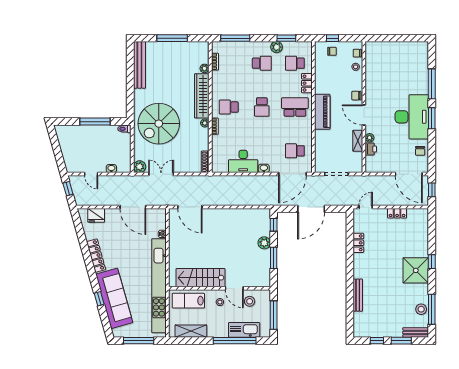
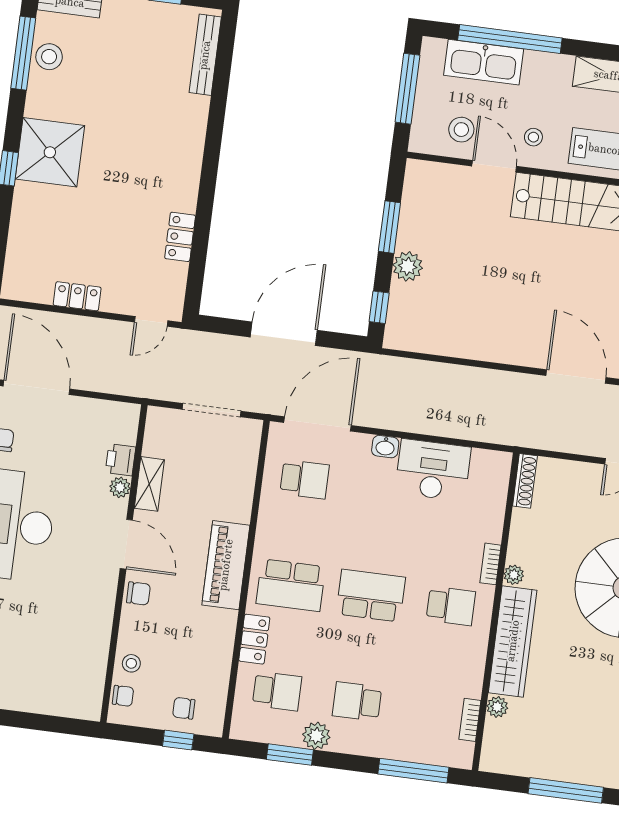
school desk: (262, 107) -> (371, 596), width x1.85
bench: (358, 295) -> (205, 55), moved

